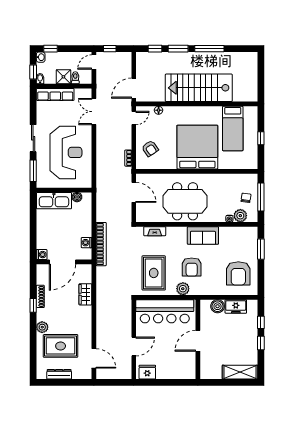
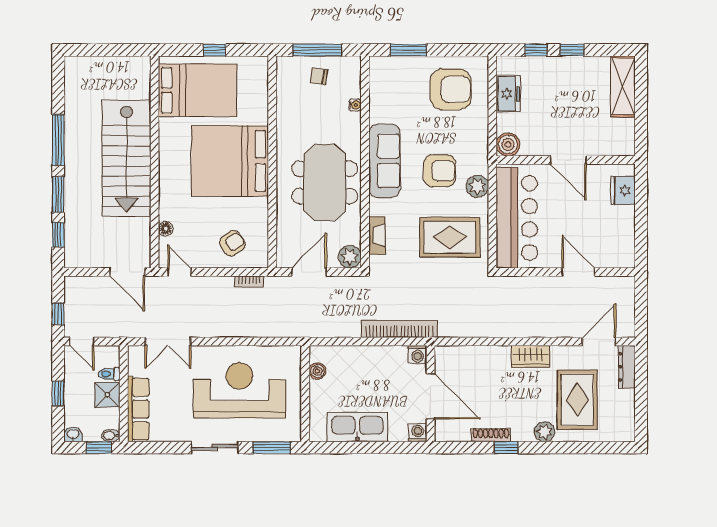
window: (50, 49) -> (58, 393), moved
bed: (233, 128) -> (198, 90), width x1.50
kitchen sink: (54, 201) -> (357, 427), moved, turned -90
plant: (240, 216) -> (350, 257), moved
sofa: (203, 236) -> (384, 161), width x1.36
washing machine: (87, 243) -> (418, 354), moved
wardrobe: (85, 294) -> (531, 356), moved
boiler: (218, 306) -> (508, 144), moved
fridge: (147, 372) -> (623, 191), moved
dresser: (59, 374) -> (627, 367), moved

